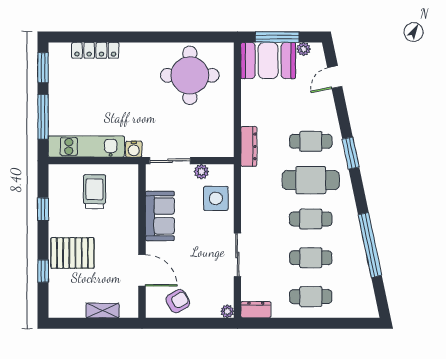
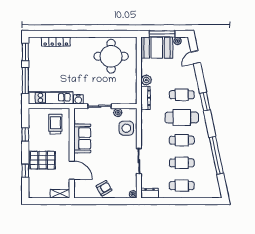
plant: (250, 116) -> (146, 80), added
sofa: (160, 216) -> (82, 138), moved
wall: (142, 241) -> (72, 153), moved
door: (142, 270) -> (72, 170), moved

